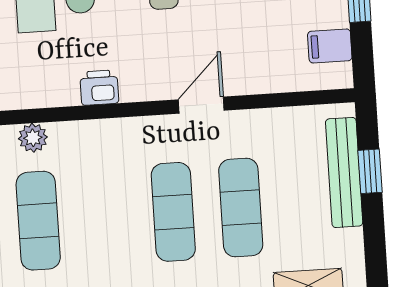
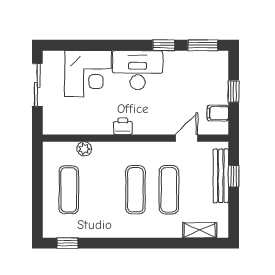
printer: (99, 88) -> (123, 126), moved
door: (201, 105) -> (187, 138), moved
plant: (33, 138) -> (84, 149), moved

